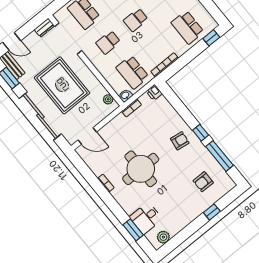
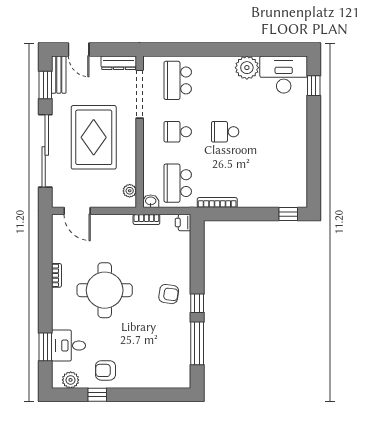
school desk: (187, 27) -> (273, 183), removed
dresser: (44, 28) -> (119, 63), width x1.44
armchair: (203, 182) -> (105, 370), moved
window: (212, 212) -> (97, 395), moved

